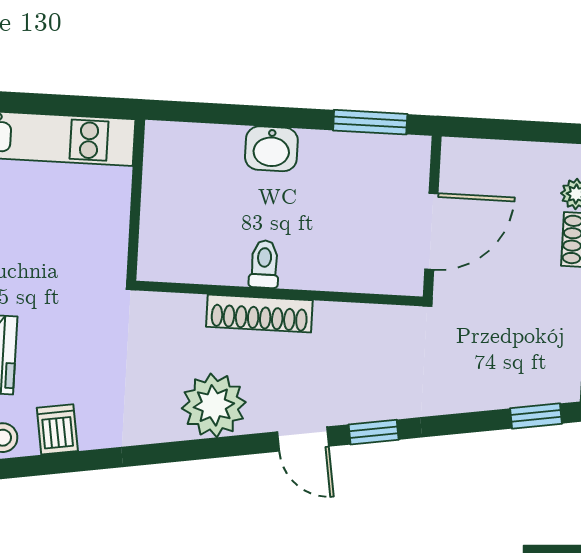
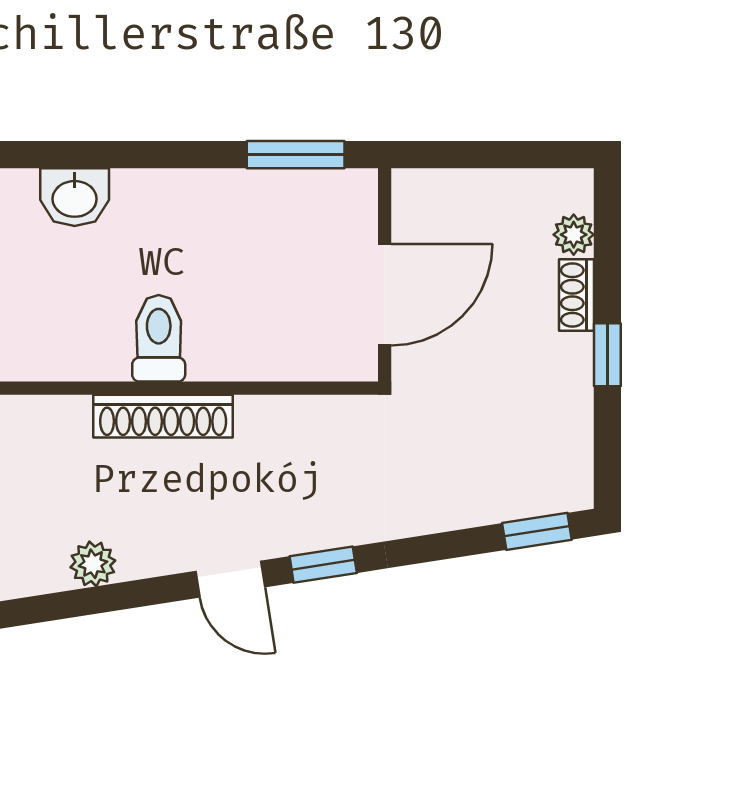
washbasin: (271, 149) -> (75, 197), moved
toilet: (264, 264) -> (159, 338), width x1.37, depth x1.39
plant: (214, 405) -> (93, 564), width x0.53, depth x0.53

